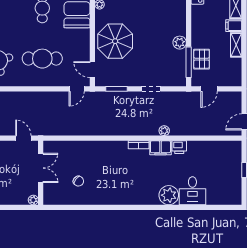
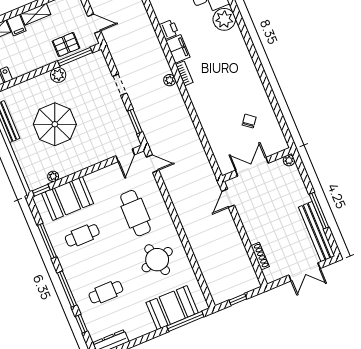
parasol: (115, 41) -> (55, 124), moved
plant: (164, 131) -> (170, 80), moved

